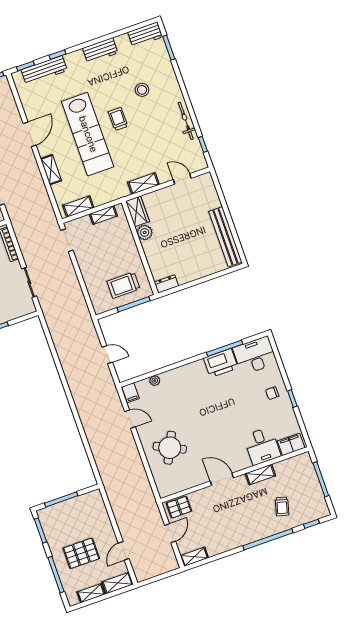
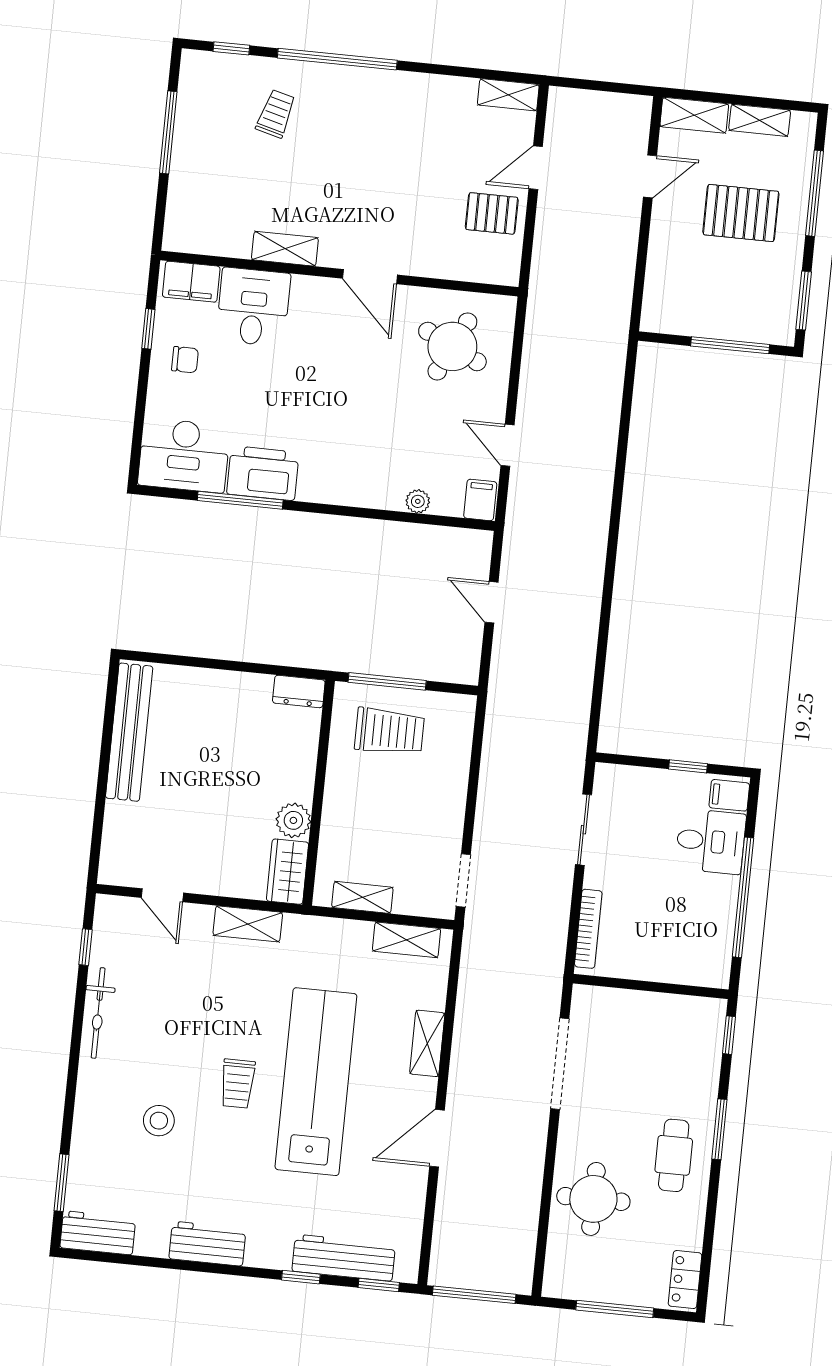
filing cabinet: (291, 444) -> (191, 282), moved
desk: (262, 446) -> (253, 307), moved
wall: (234, 475) -> (339, 274), moved
shelving: (260, 475) -> (285, 249), moved
door: (222, 479) -> (370, 277), moved

